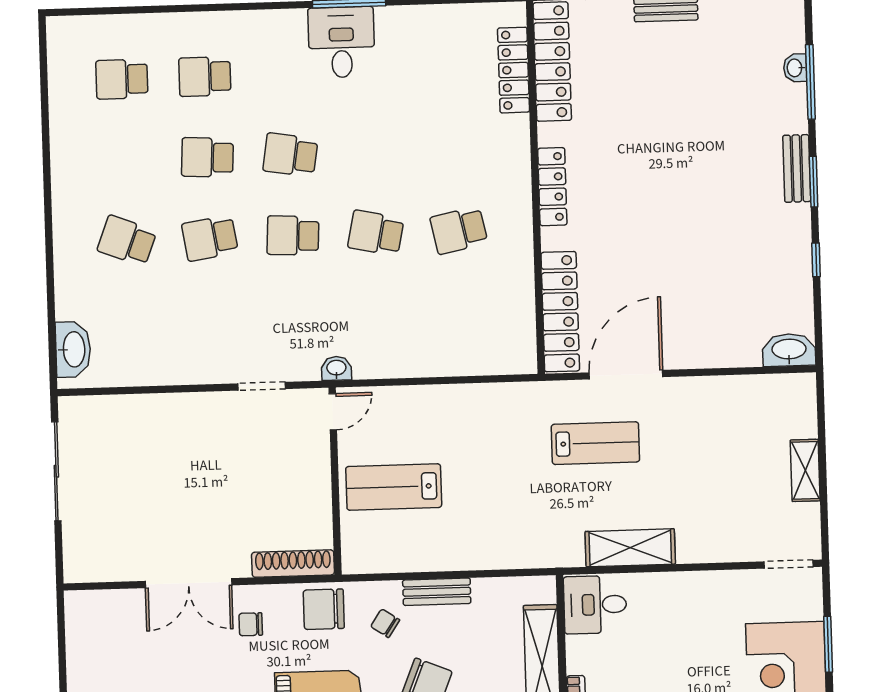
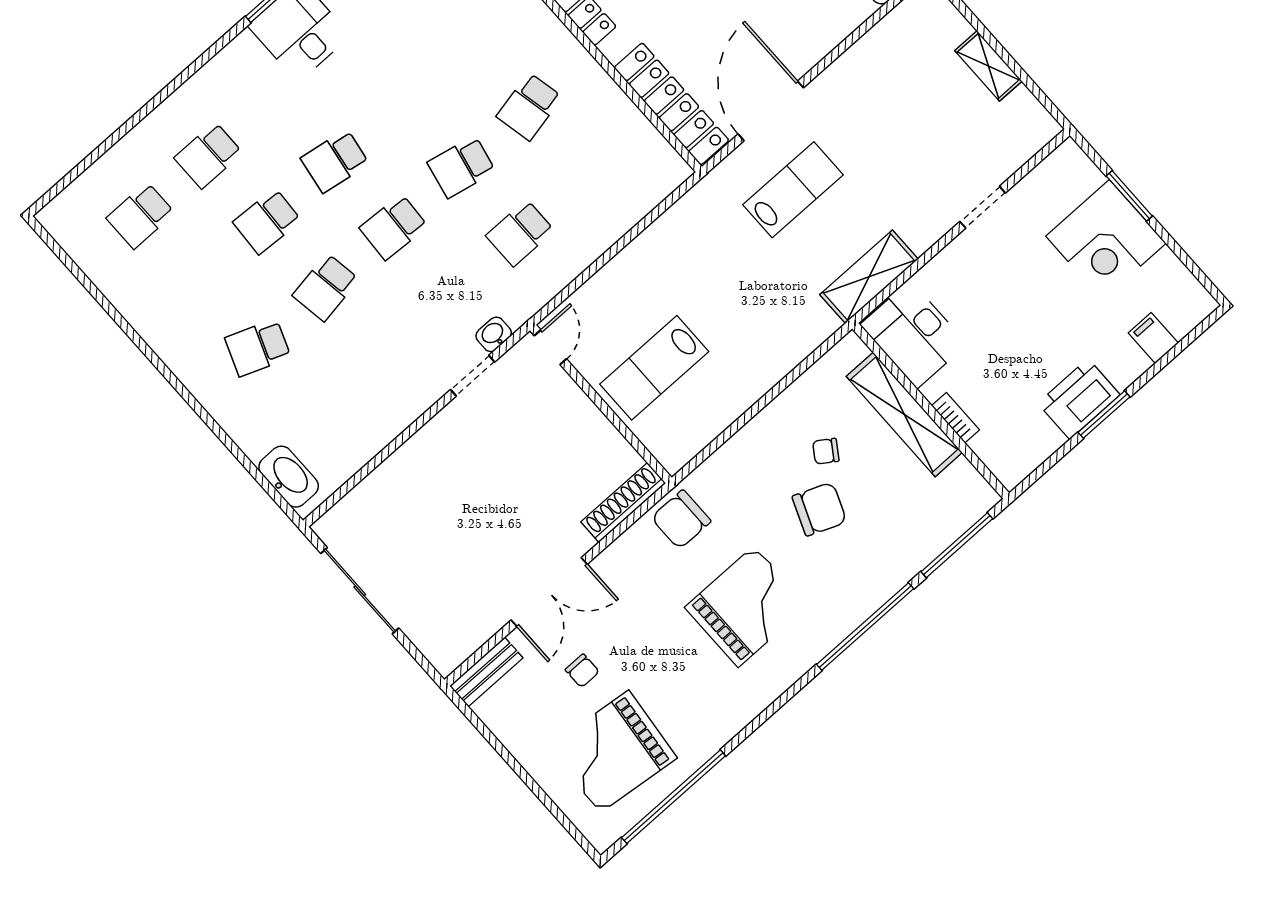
school desk: (378, 314) -> (520, 233), added
washbasin: (336, 368) -> (494, 334), moved
shelving: (630, 548) -> (869, 277), moved
doorway: (789, 564) -> (983, 207), moved
bench: (437, 592) -> (486, 672), moved
desk: (595, 605) -> (914, 334), width x1.37
chair: (385, 623) -> (826, 451), moved
chair: (251, 624) -> (582, 671), moved, turned -90

